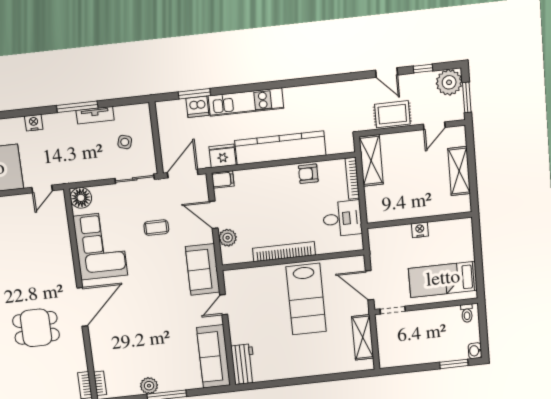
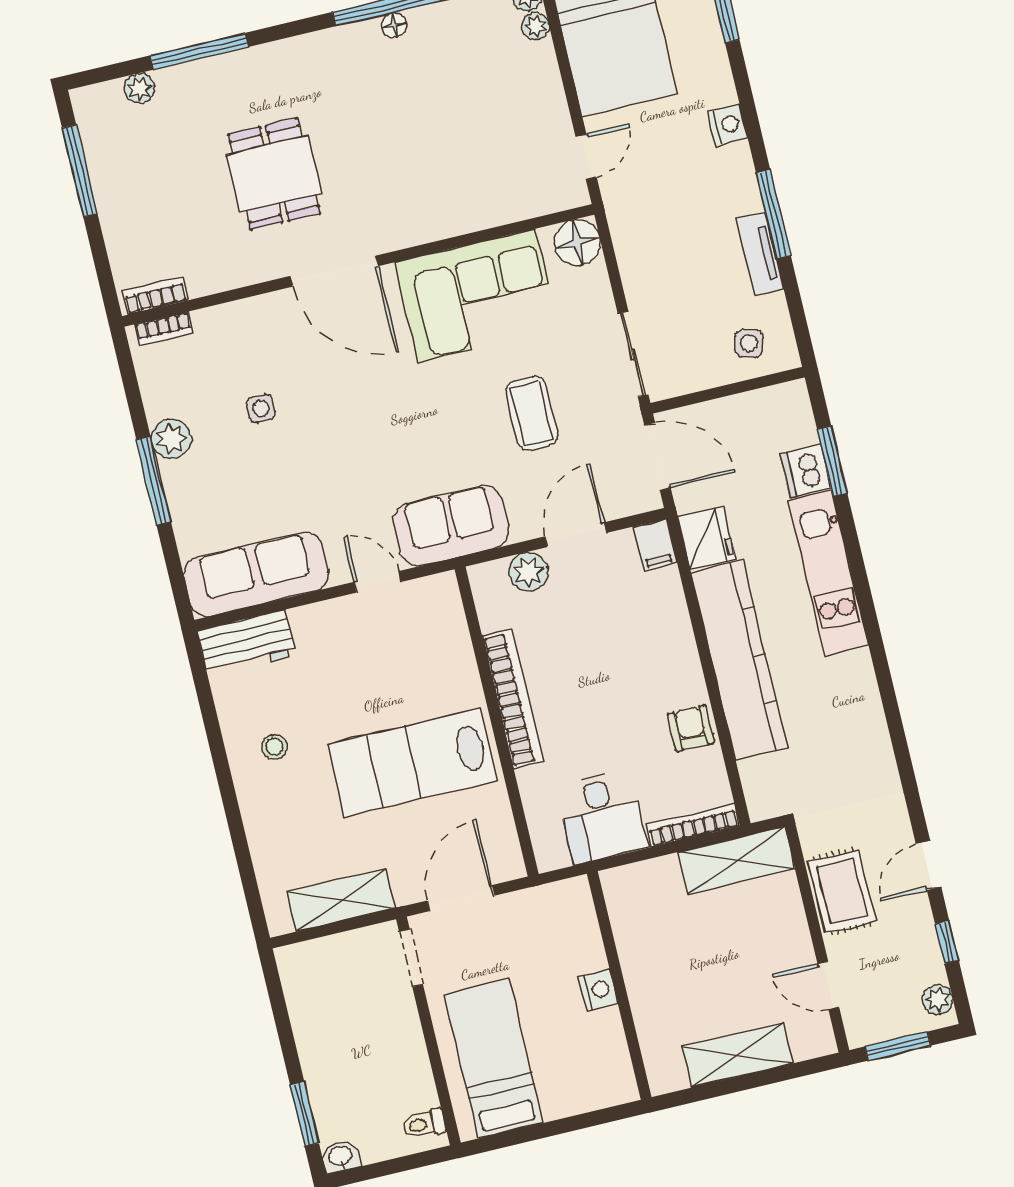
plant: (449, 82) -> (938, 999), width x0.53, depth x0.53
side table: (125, 142) -> (749, 343), moved
door: (42, 189) -> (586, 157), swing flipped
coffee table: (156, 228) -> (532, 413), width x1.36, depth x1.30
side table: (140, 346) -> (261, 408), added
stool: (291, 358) -> (274, 747), added

